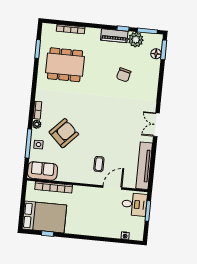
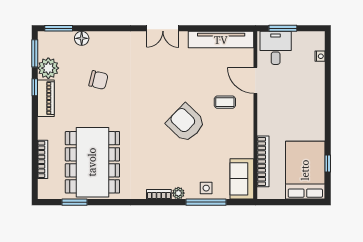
floor lamp: (156, 54) -> (82, 38), moved
dining table: (65, 65) -> (92, 162), width x1.36, depth x1.24
armchair: (64, 133) -> (186, 123), moved

